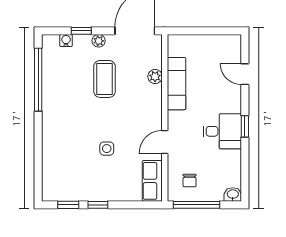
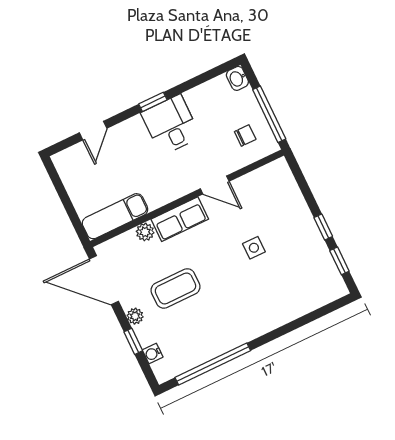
exam couch: (177, 84) -> (115, 216), moved
row of seats: (152, 181) -> (180, 219), moved

